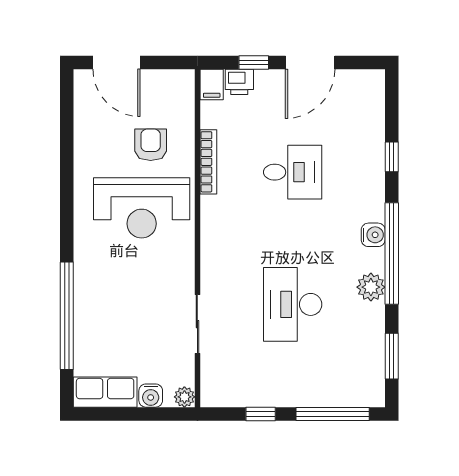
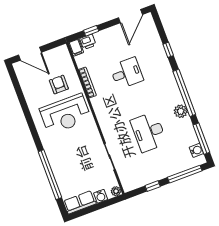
door: (310, 63) -> (130, 16), moved
water cooler: (373, 235) -> (196, 150), moved
window: (392, 356) -> (201, 139), width x1.44

